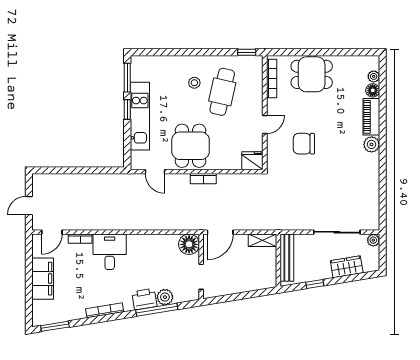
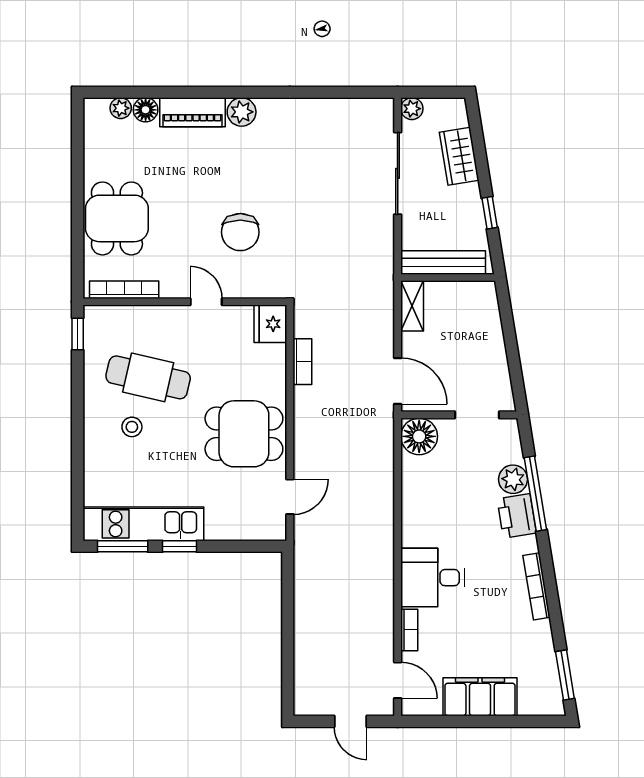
kitchen unit: (140, 116) -> (143, 524), moved
bookcase: (203, 179) -> (302, 362), moved

